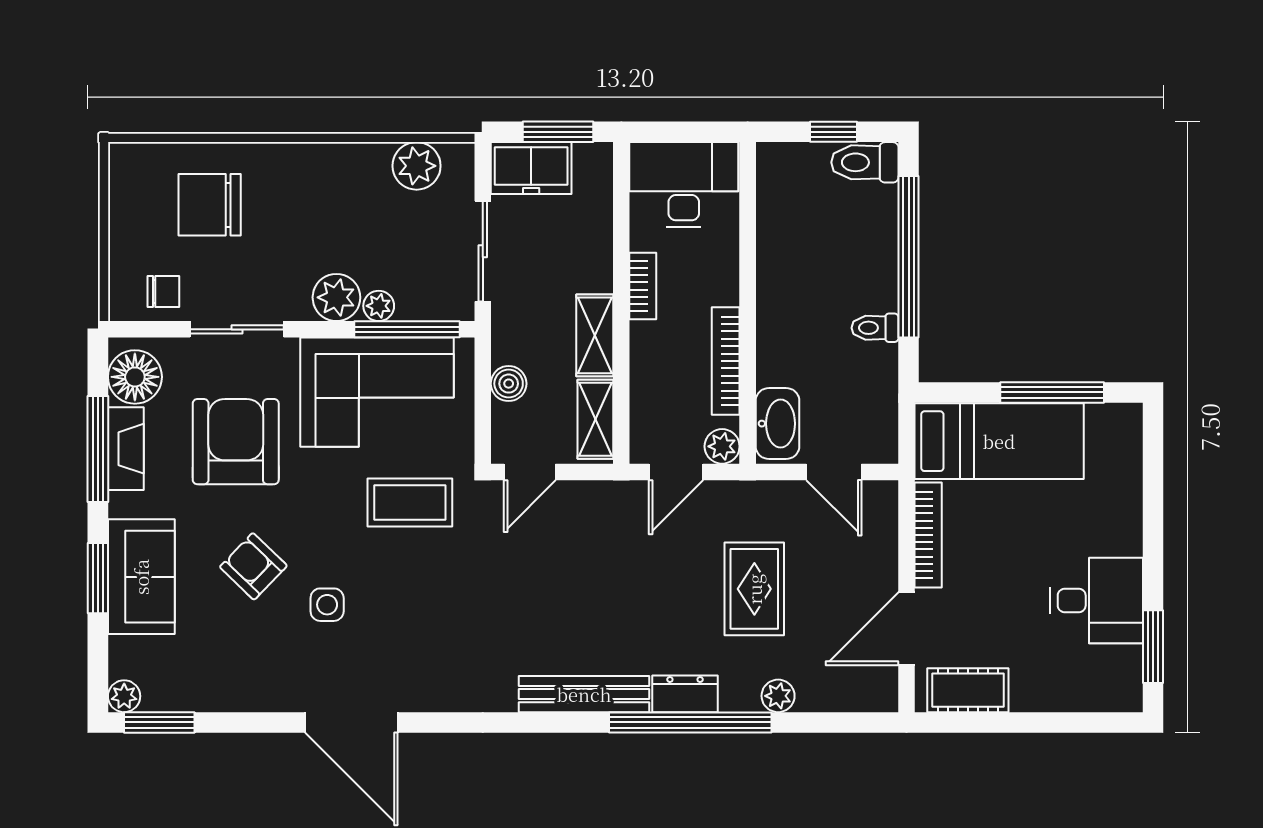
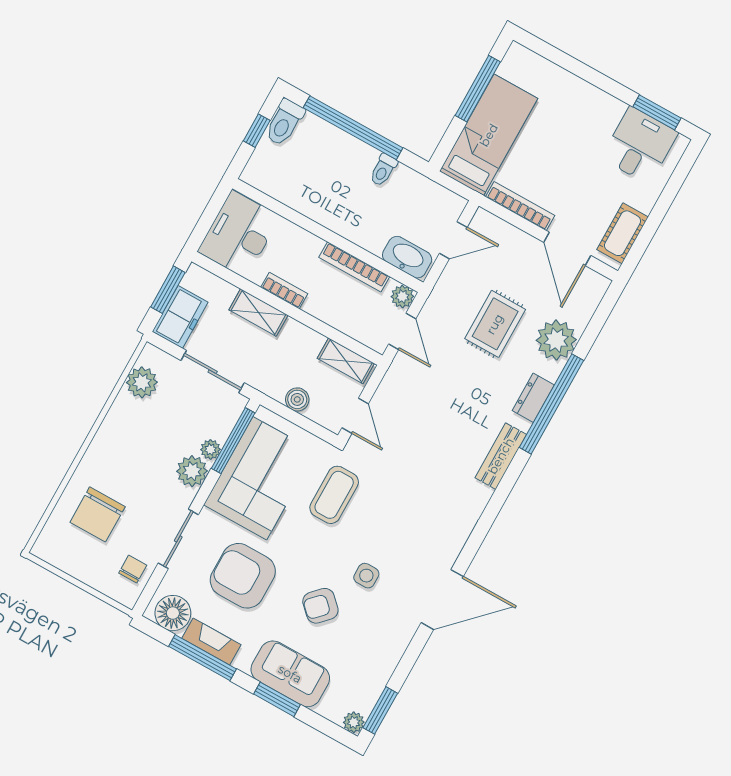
shelving: (595, 335) -> (258, 313), moved
rug: (754, 589) -> (495, 324), turned 90
desk: (1097, 600) -> (640, 145), moved
bench: (584, 694) -> (501, 456), width x0.73
plant: (778, 696) -> (556, 340), width x1.88, depth x1.88

